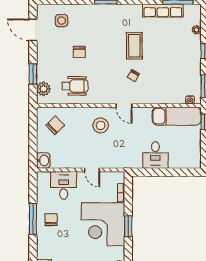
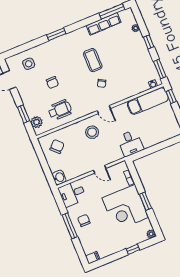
desk: (155, 155) -> (130, 143), moved
desk: (64, 185) -> (72, 194), moved, turned -90

